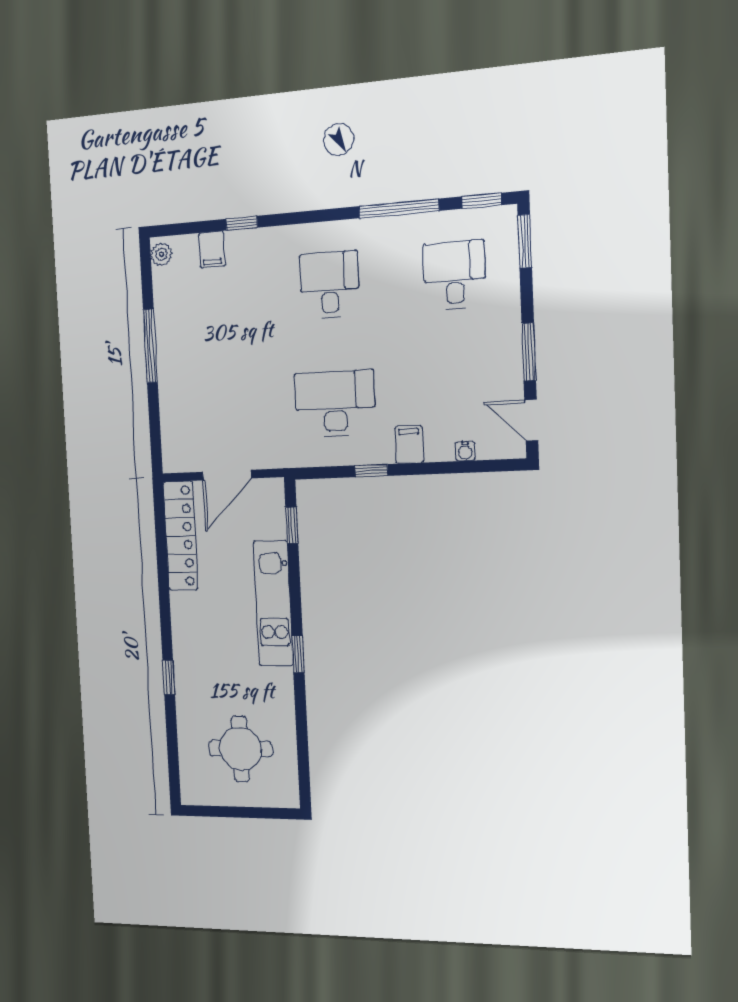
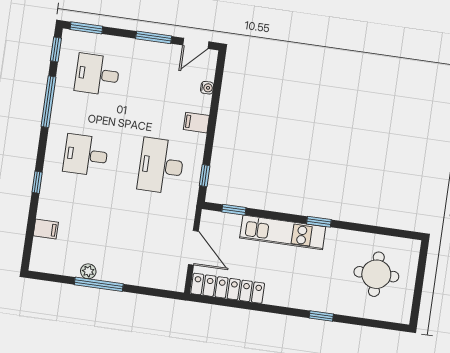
window: (242, 223) -> (37, 182), moved
plant: (161, 254) -> (88, 271), moved
window: (371, 471) -> (205, 176), moved

